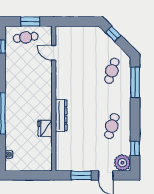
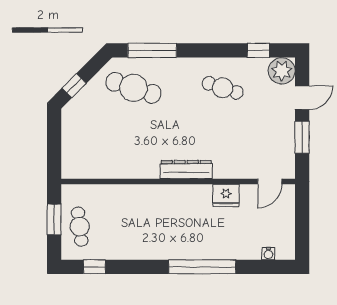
door: (54, 53) -> (270, 181), moved
cafe table: (112, 71) -> (134, 88), width x1.37, depth x1.35
dresser: (61, 115) -> (186, 170), moved

